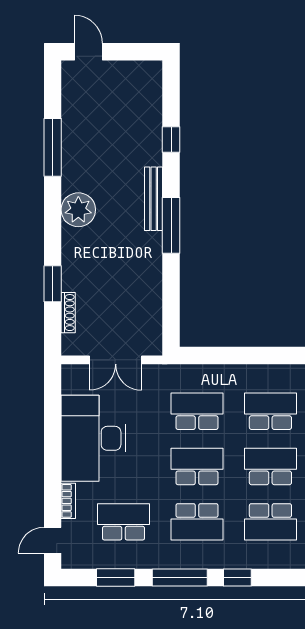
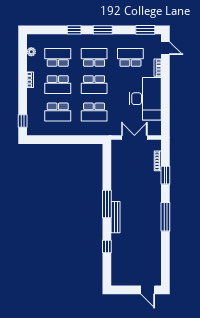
window: (53, 147) -> (165, 217), moved
plant: (78, 210) -> (153, 212), removed
school desk: (123, 522) -> (130, 57), turned 180
door: (53, 540) -> (165, 48), hinge flipped
window: (116, 577) -> (145, 30), moved
window: (180, 577) -> (103, 30), width x0.69

